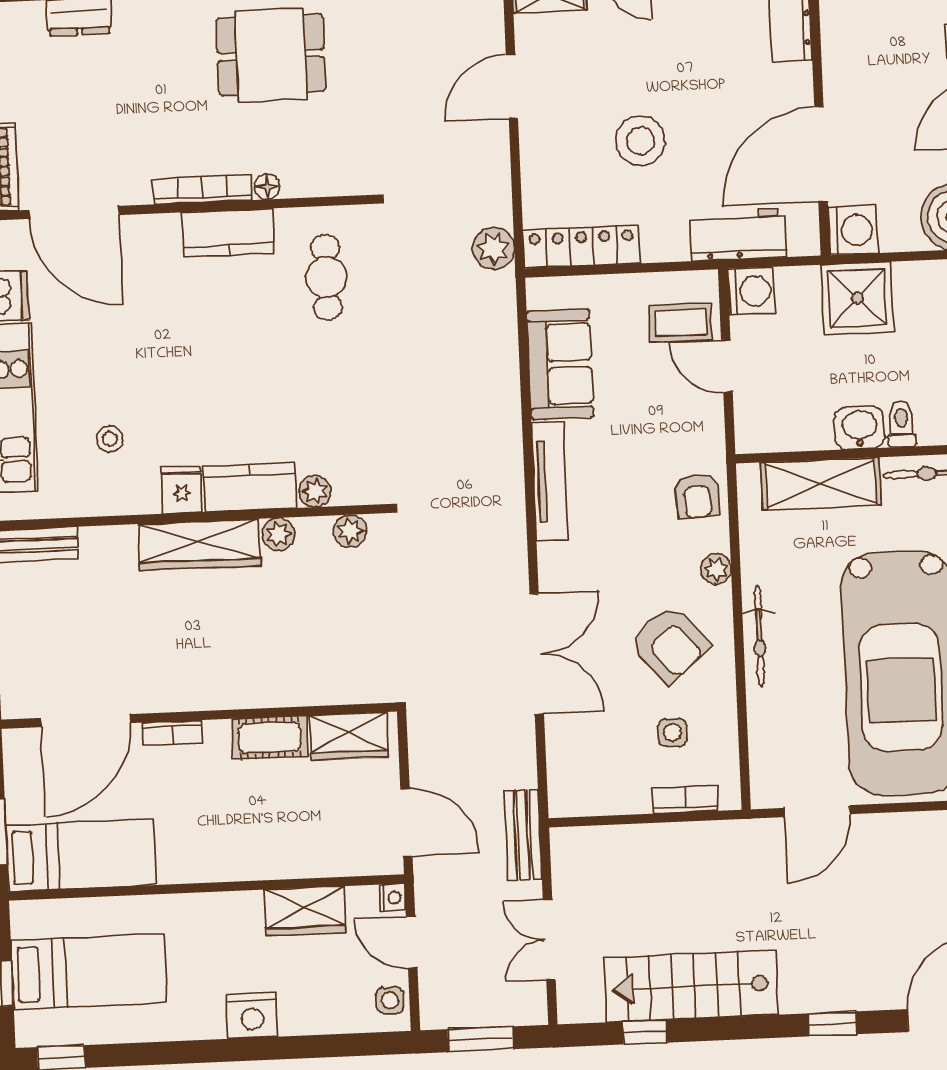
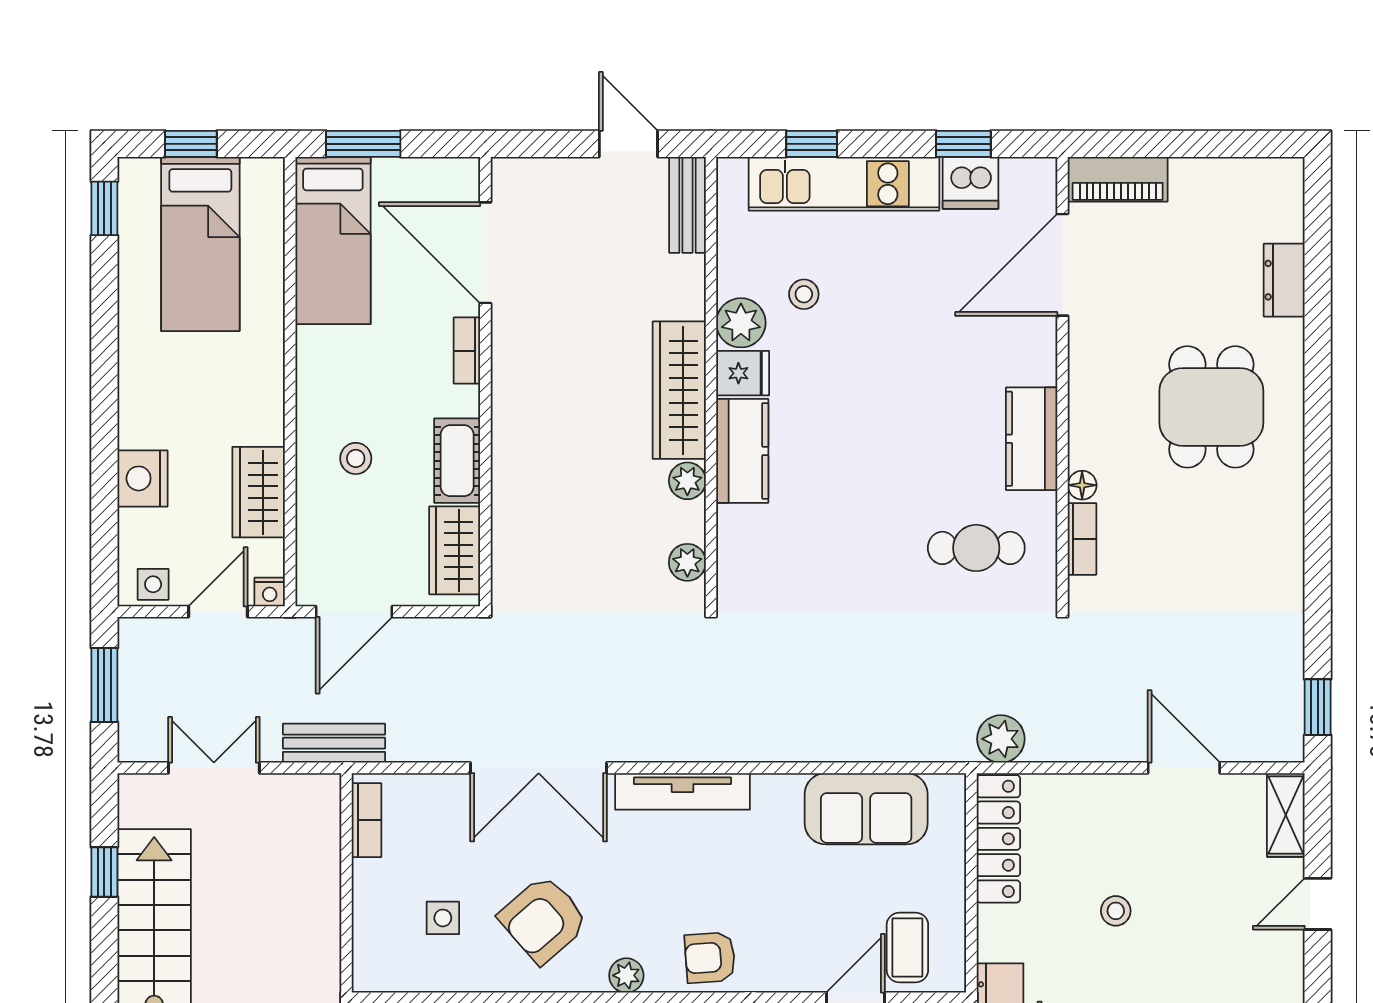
dining table: (271, 55) -> (1211, 407), moved
stool: (640, 141) -> (1116, 911), width x0.53, depth x0.53
bookcase: (202, 190) -> (1082, 539), moved, width x0.64
tv unit: (550, 482) -> (683, 791), moved
plant: (315, 491) -> (741, 323), moved, width x1.38, depth x1.38
bookcase: (685, 799) -> (367, 820), moved
stool: (272, 827) -> (356, 458), added
nightstand: (252, 1016) -> (143, 478), moved

